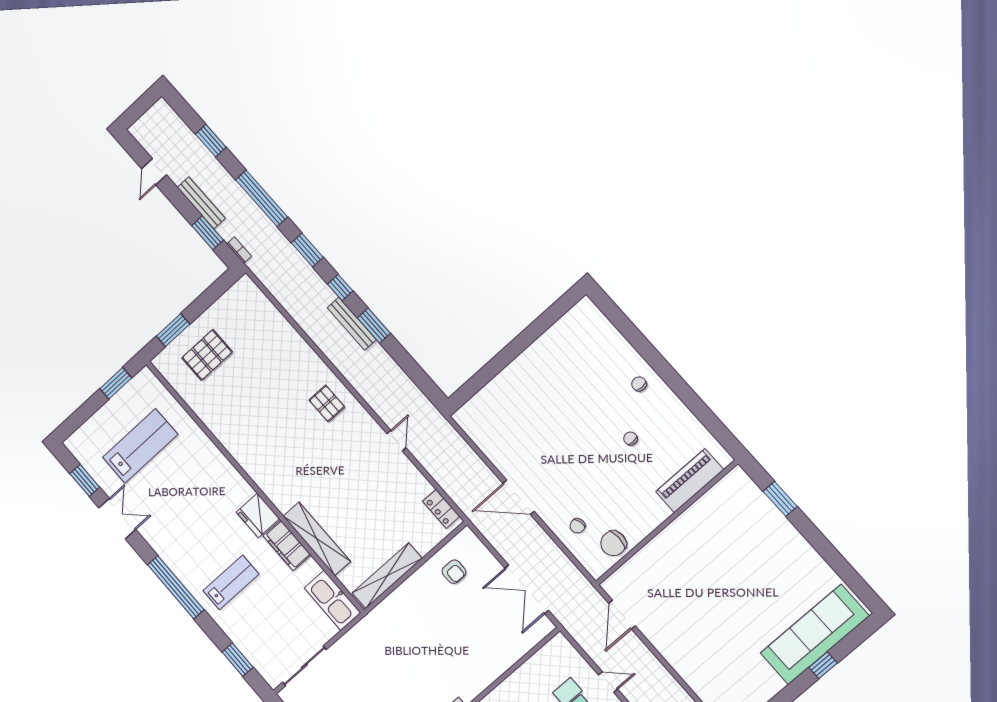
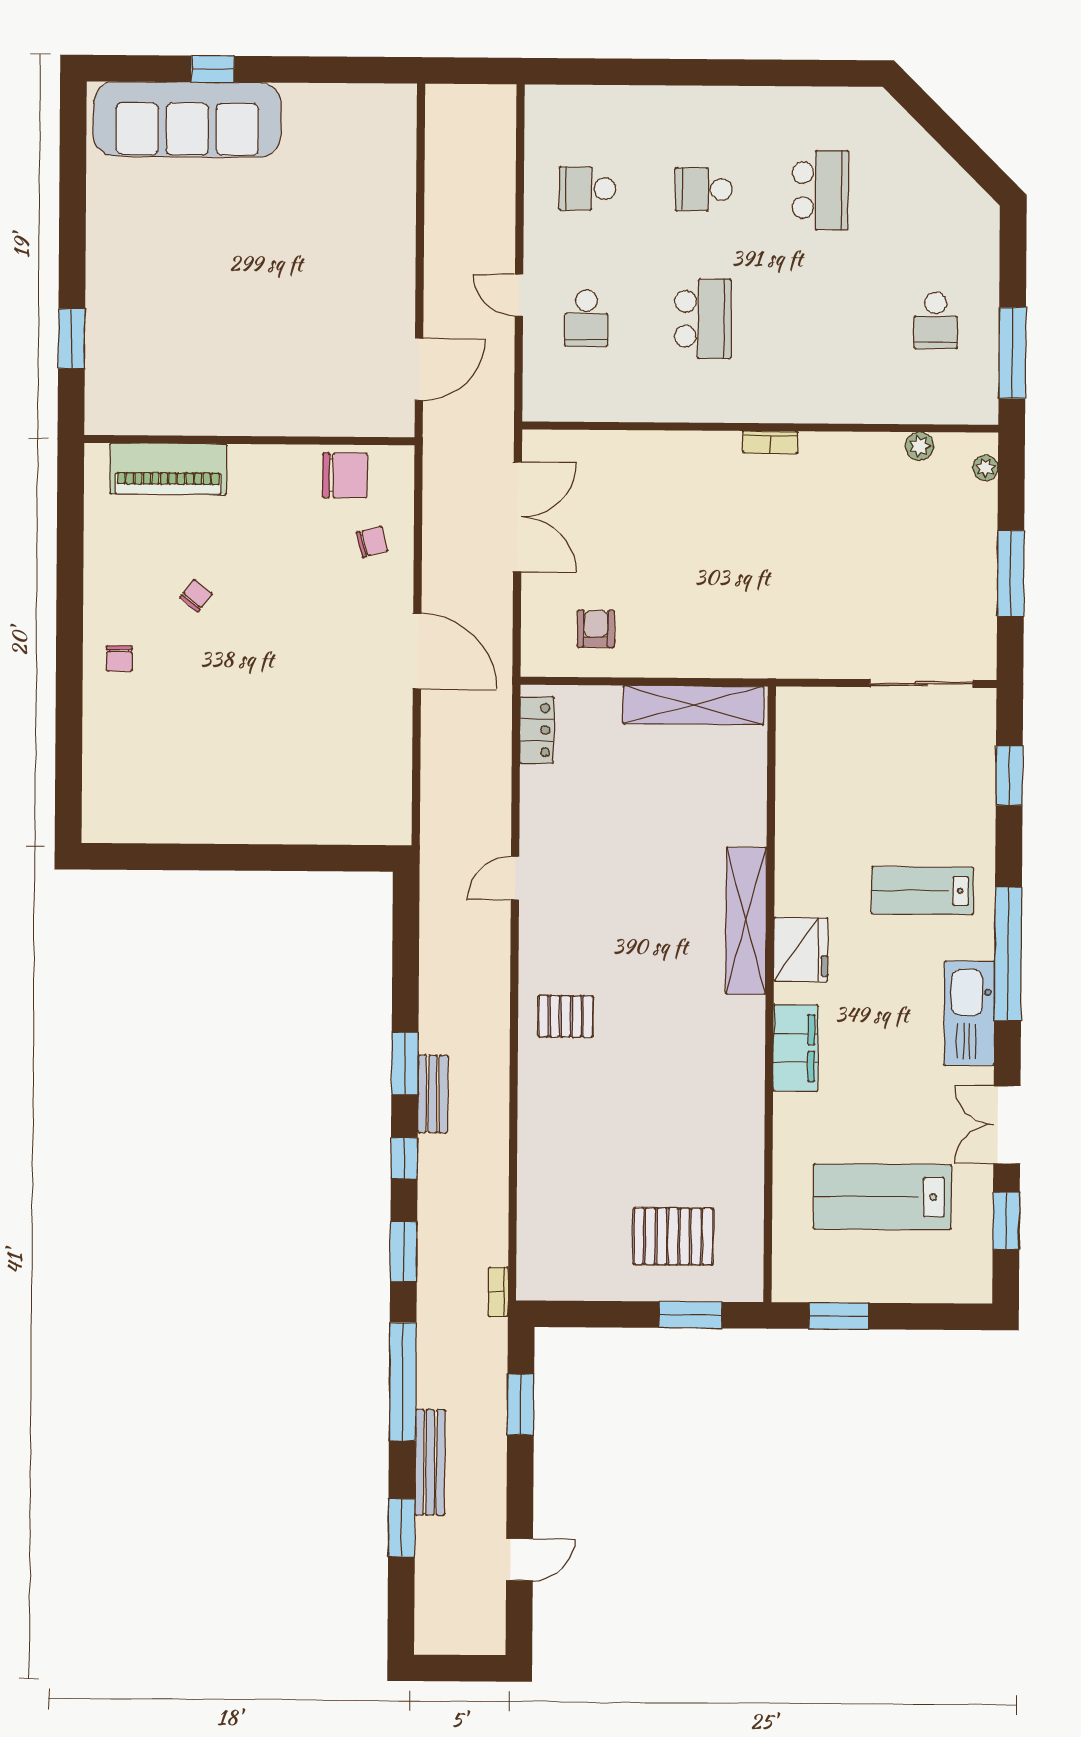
bench: (201, 203) -> (430, 1462), moved
bookcase: (239, 250) -> (498, 1292), moved
bench: (352, 324) -> (433, 1094), width x0.73
pallet: (327, 404) -> (566, 1016), turned 90
chair: (630, 438) -> (196, 596), turned -142
shelving: (317, 539) -> (746, 921), moved
filing cabinet: (287, 545) -> (796, 1048), moved
kitchen sink: (333, 600) -> (969, 1013), moved, turned 180

